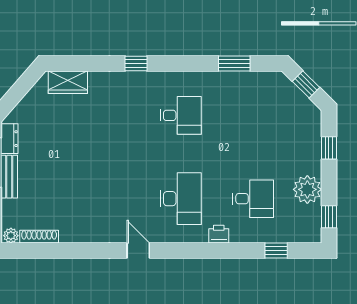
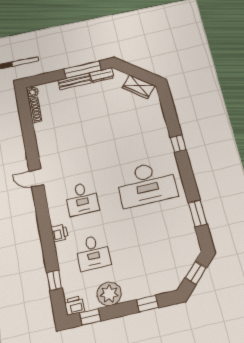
wardrobe: (68, 82) -> (139, 87), moved, turned -49
desk: (181, 115) -> (146, 184), width x1.87, depth x1.30
desk: (181, 199) -> (82, 199), width x0.73
printer: (312, 232) -> (74, 306), added
door: (138, 251) -> (36, 178), swing flipped

